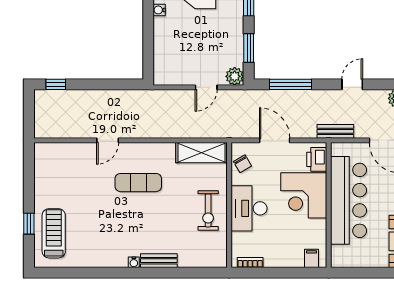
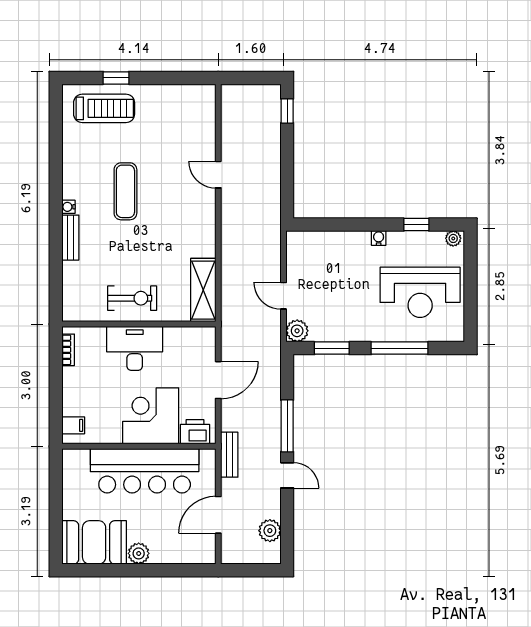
window: (291, 84) -> (287, 426), moved
chair: (242, 164) -> (190, 340), removed
exercise mat: (138, 183) -> (125, 191), moved
exercise bike: (208, 210) -> (132, 298), turned 180

